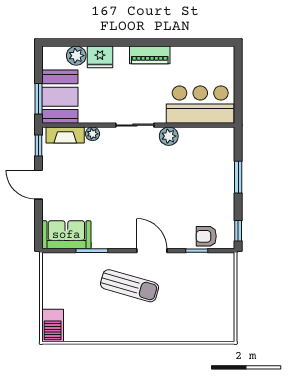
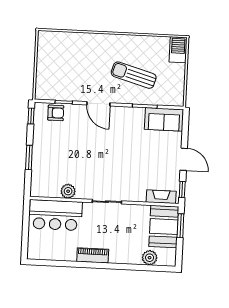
fridge: (100, 57) -> (131, 256), removed
plant: (92, 134) -> (140, 197), removed
plant: (169, 136) -> (68, 191), moved
sun lounger: (130, 286) -> (134, 75), moved

